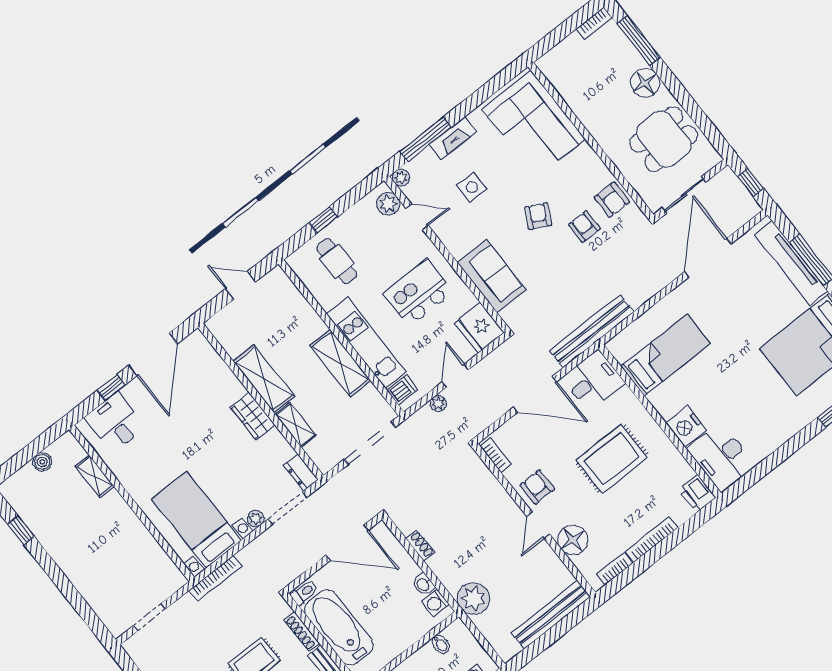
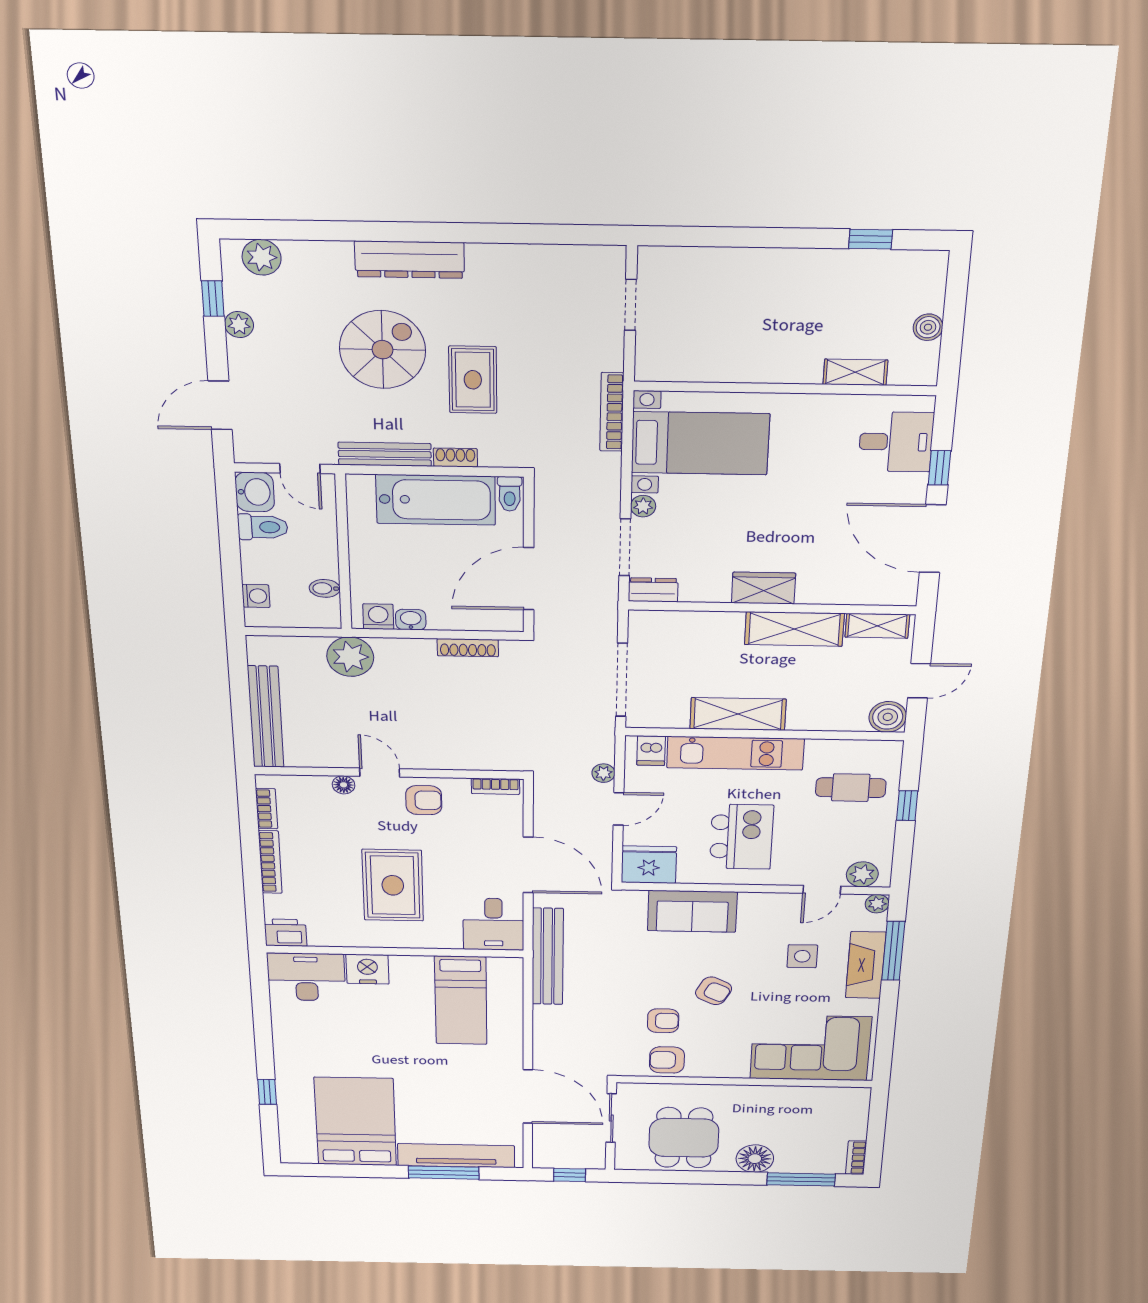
fireplace: (453, 138) -> (866, 965), width x1.37, depth x1.32
boiler: (276, 282) -> (888, 717), added
door: (455, 376) -> (619, 809), hinge flipped
door: (535, 394) -> (528, 865), swing flipped
shelving: (296, 425) -> (877, 626), moved
floor lamp: (573, 540) -> (344, 785), width x0.53, depth x0.53
shoe rack: (420, 546) -> (468, 648), width x1.43
shoe rack: (302, 632) -> (455, 457), width x0.70

